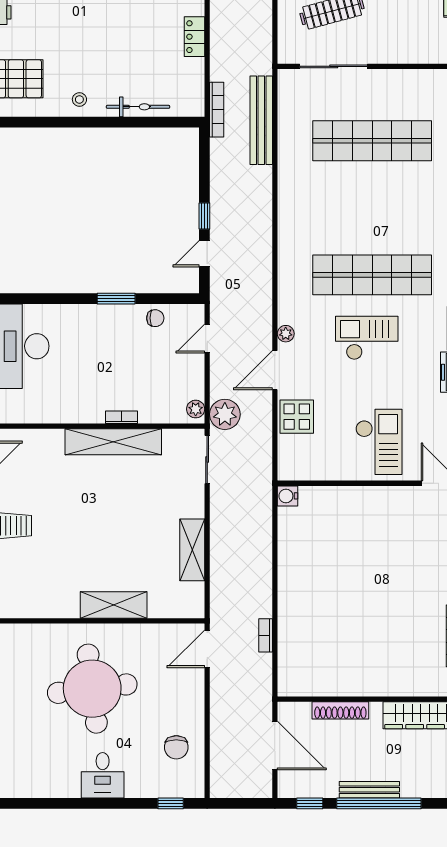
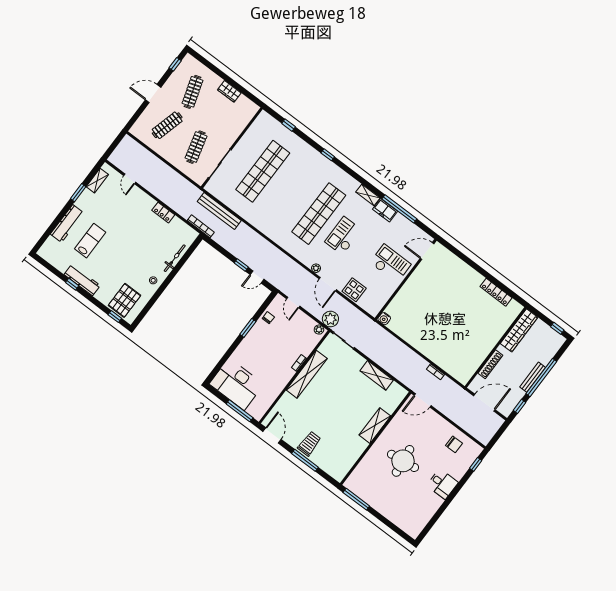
door: (204, 254) -> (257, 277), hinge flipped
door: (207, 649) -> (423, 400), hinge flipped
round table: (92, 689) -> (403, 461), width x0.73, depth x0.73

